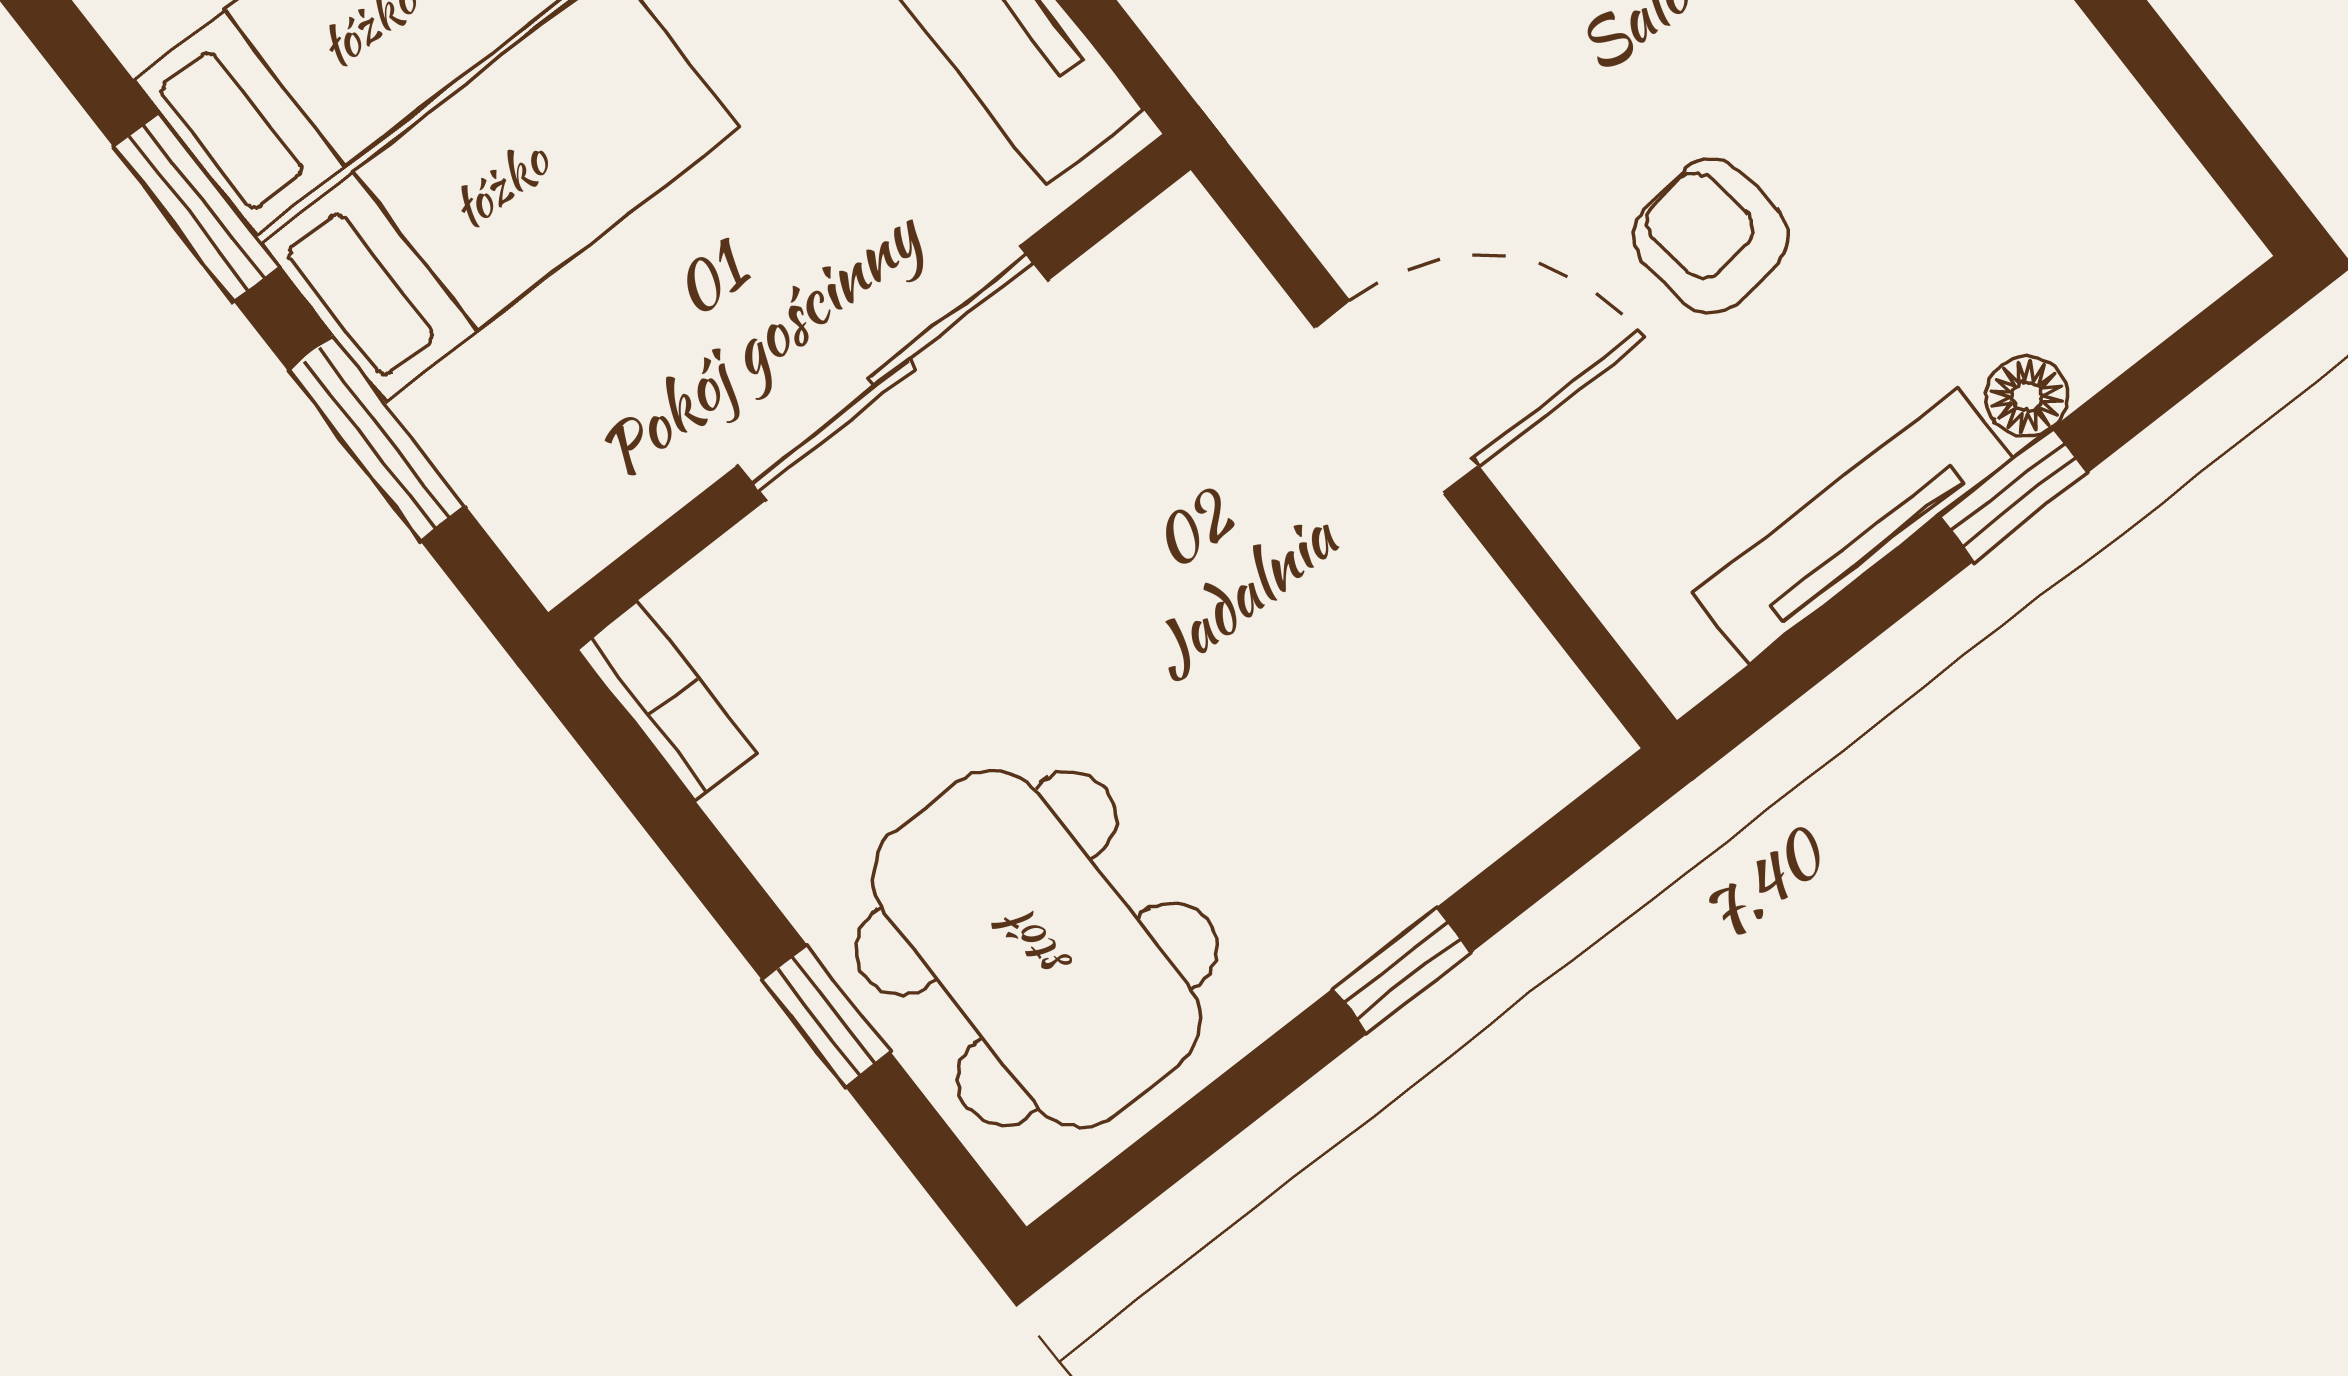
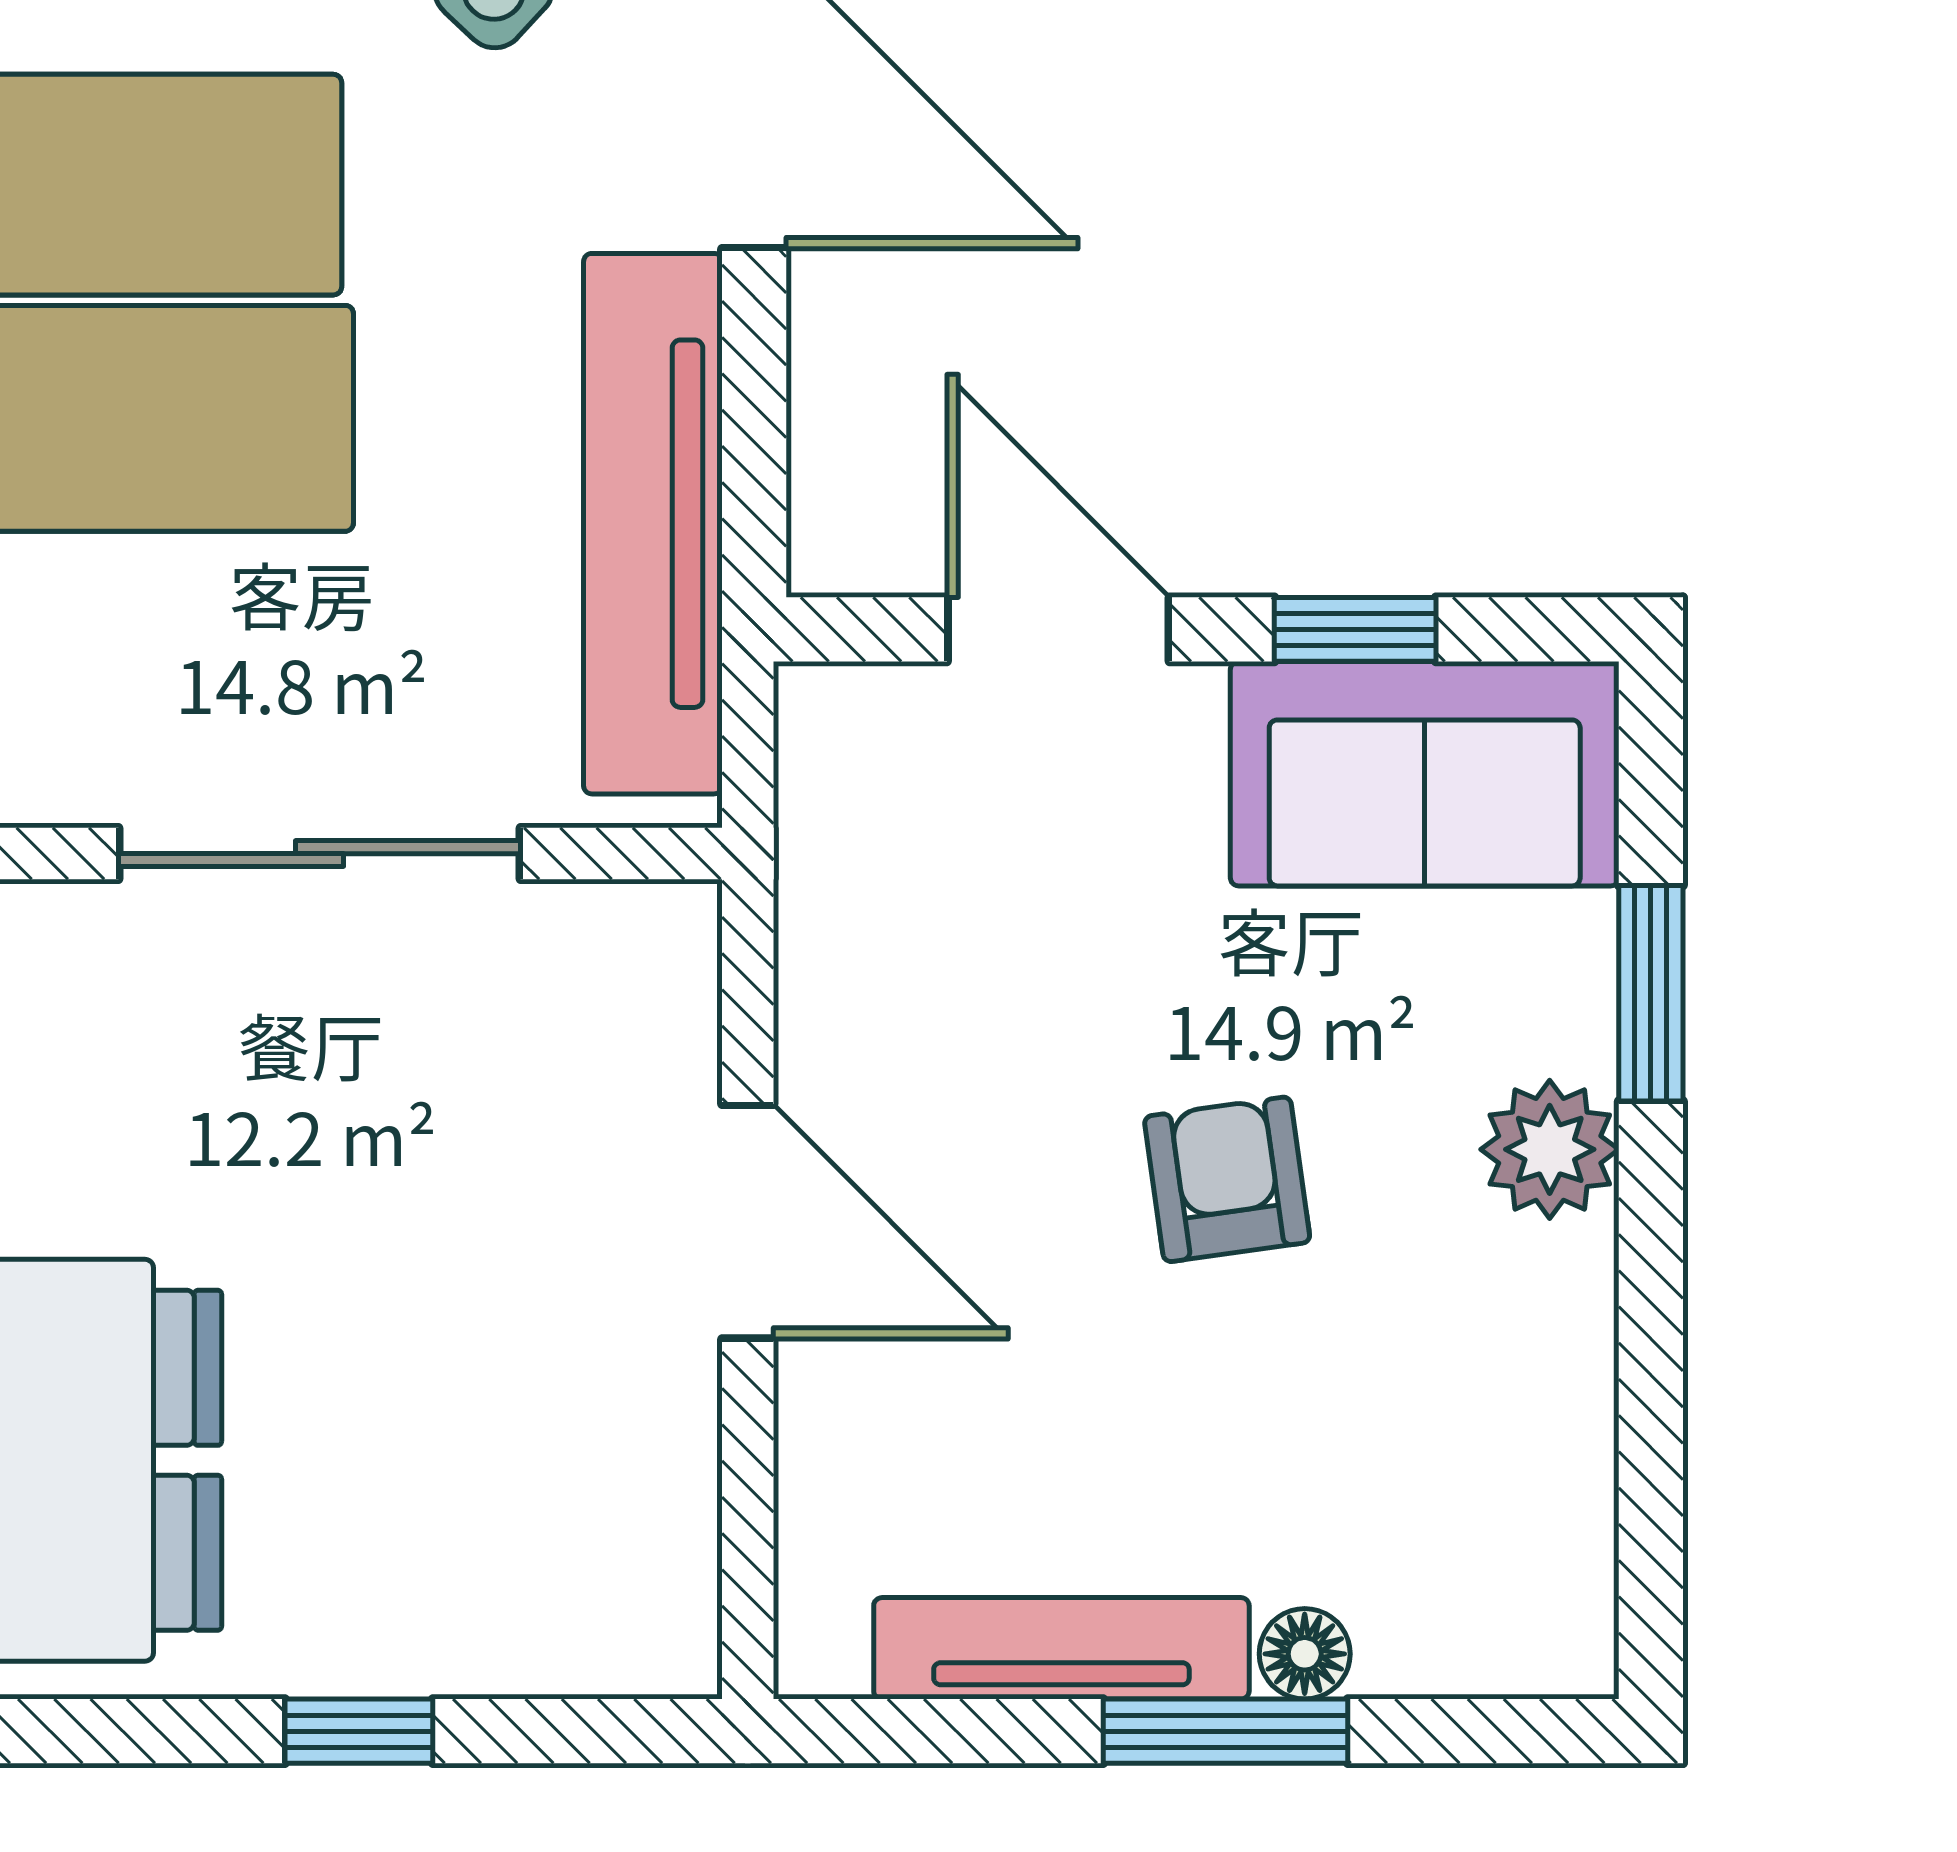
armchair: (1711, 236) -> (1227, 1179), moved
window: (2013, 494) -> (1225, 1731), width x1.50

